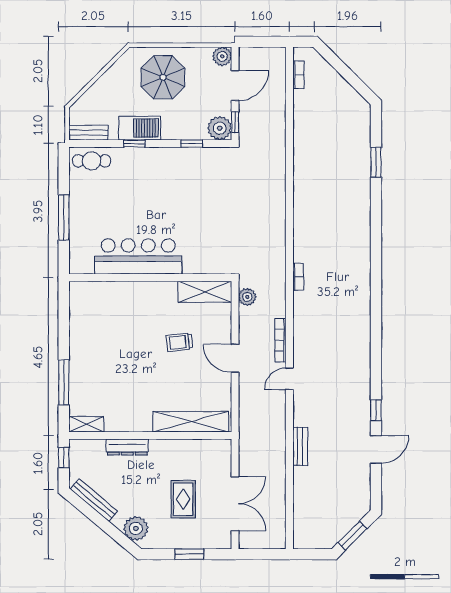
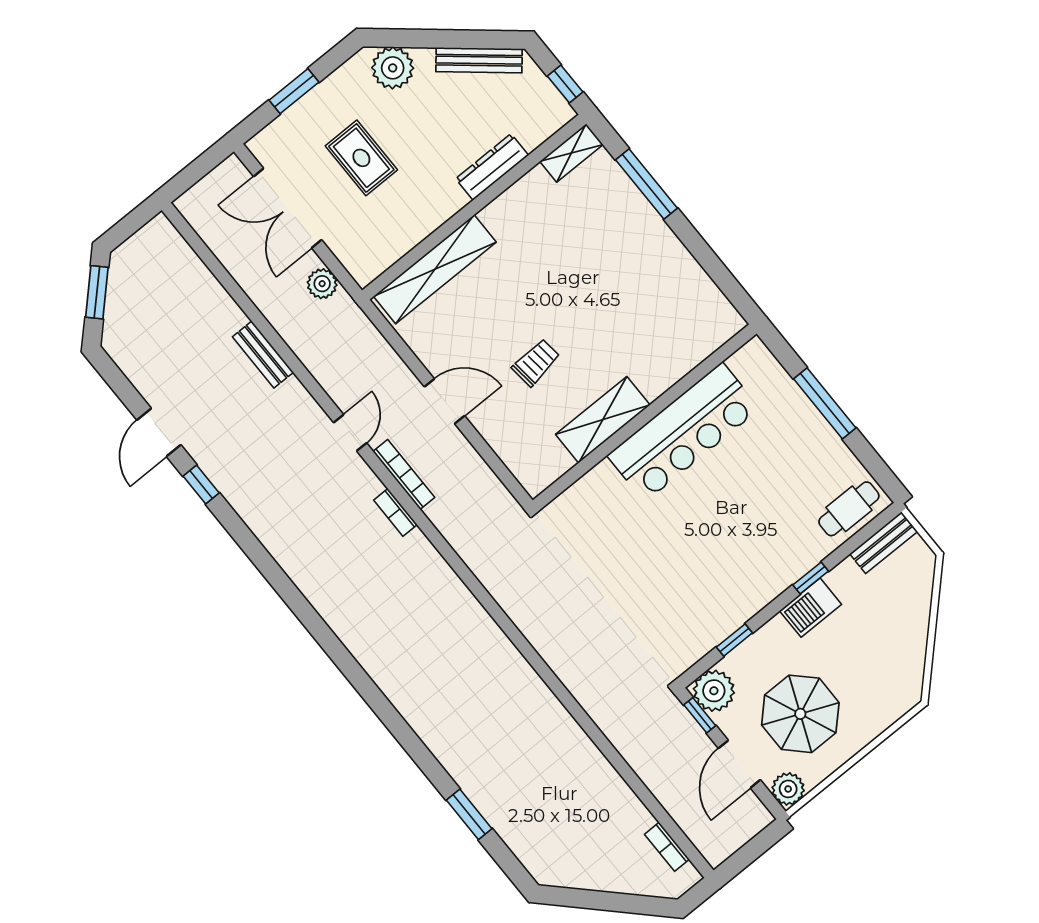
parasol: (163, 77) -> (800, 714), moved
barbecue: (140, 128) -> (811, 608), width x0.73, depth x0.83
bookcase: (298, 277) -> (395, 512), moved
shelving: (205, 292) -> (603, 420), moved
plant: (247, 297) -> (322, 284), moved

